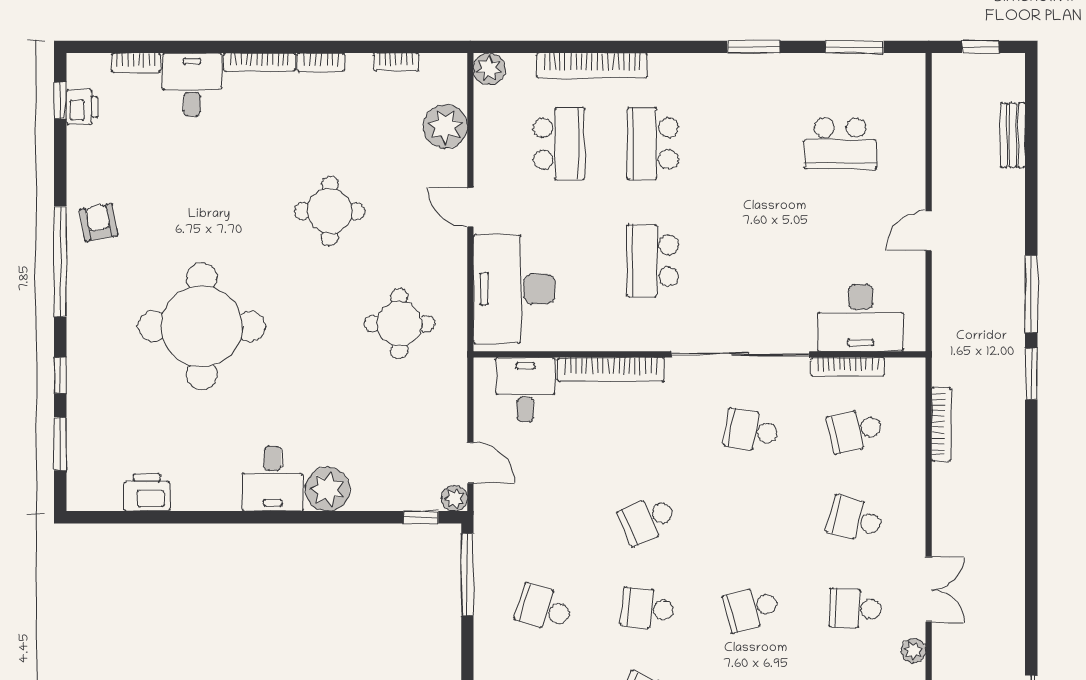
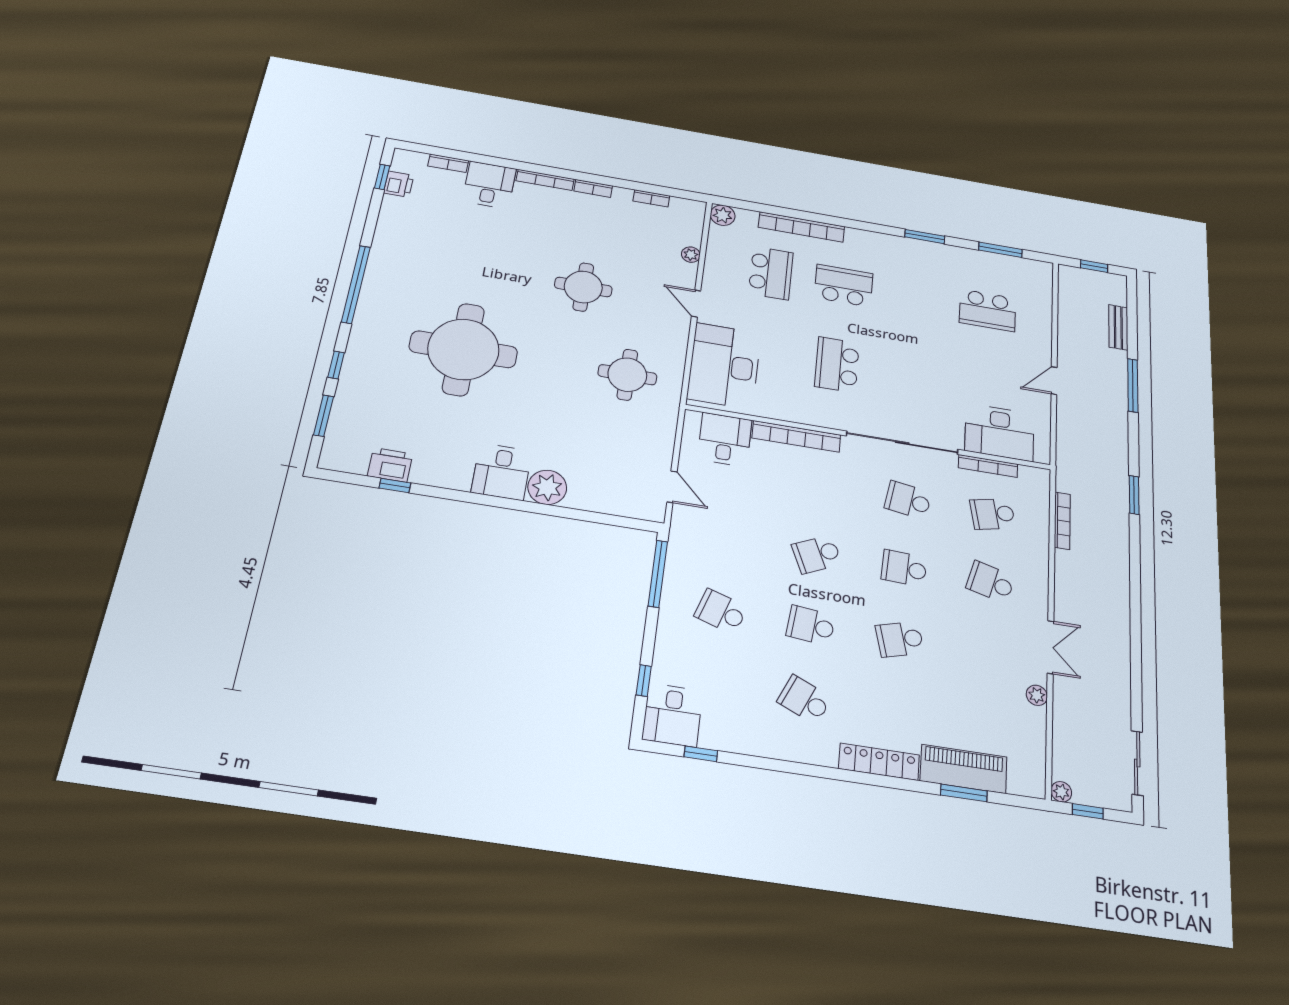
plant: (445, 126) -> (691, 255), width x0.53, depth x0.53
school desk: (653, 144) -> (844, 286), turned 90
armchair: (99, 222) -> (394, 263), removed
window: (1031, 294) -> (1133, 385), moved
plant: (455, 498) -> (655, 512), removed
window: (421, 517) -> (395, 486), moved
school desk: (855, 609) -> (904, 568), moved

